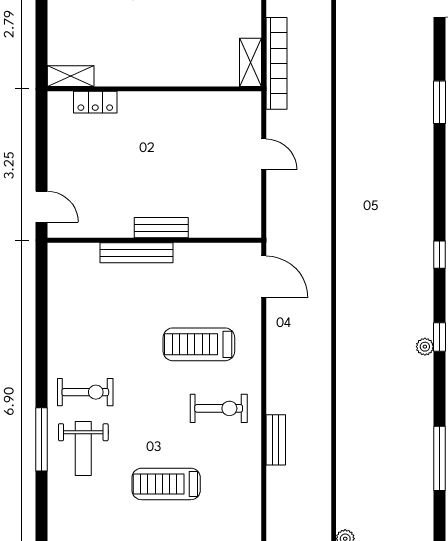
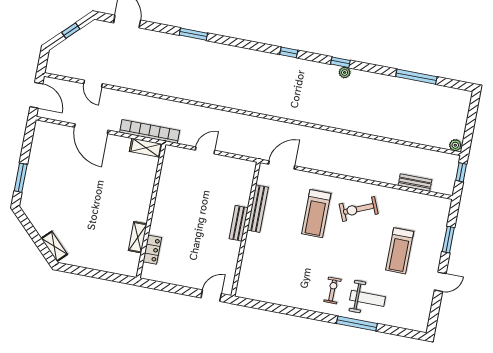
shelving: (71, 76) -> (138, 237), moved
bench: (137, 253) -> (258, 209), moved
exercise bike: (85, 392) -> (333, 290), width x0.73, depth x0.72
exercise bike: (219, 408) -> (359, 209), turned -113
bench: (276, 440) -> (415, 183), moved

